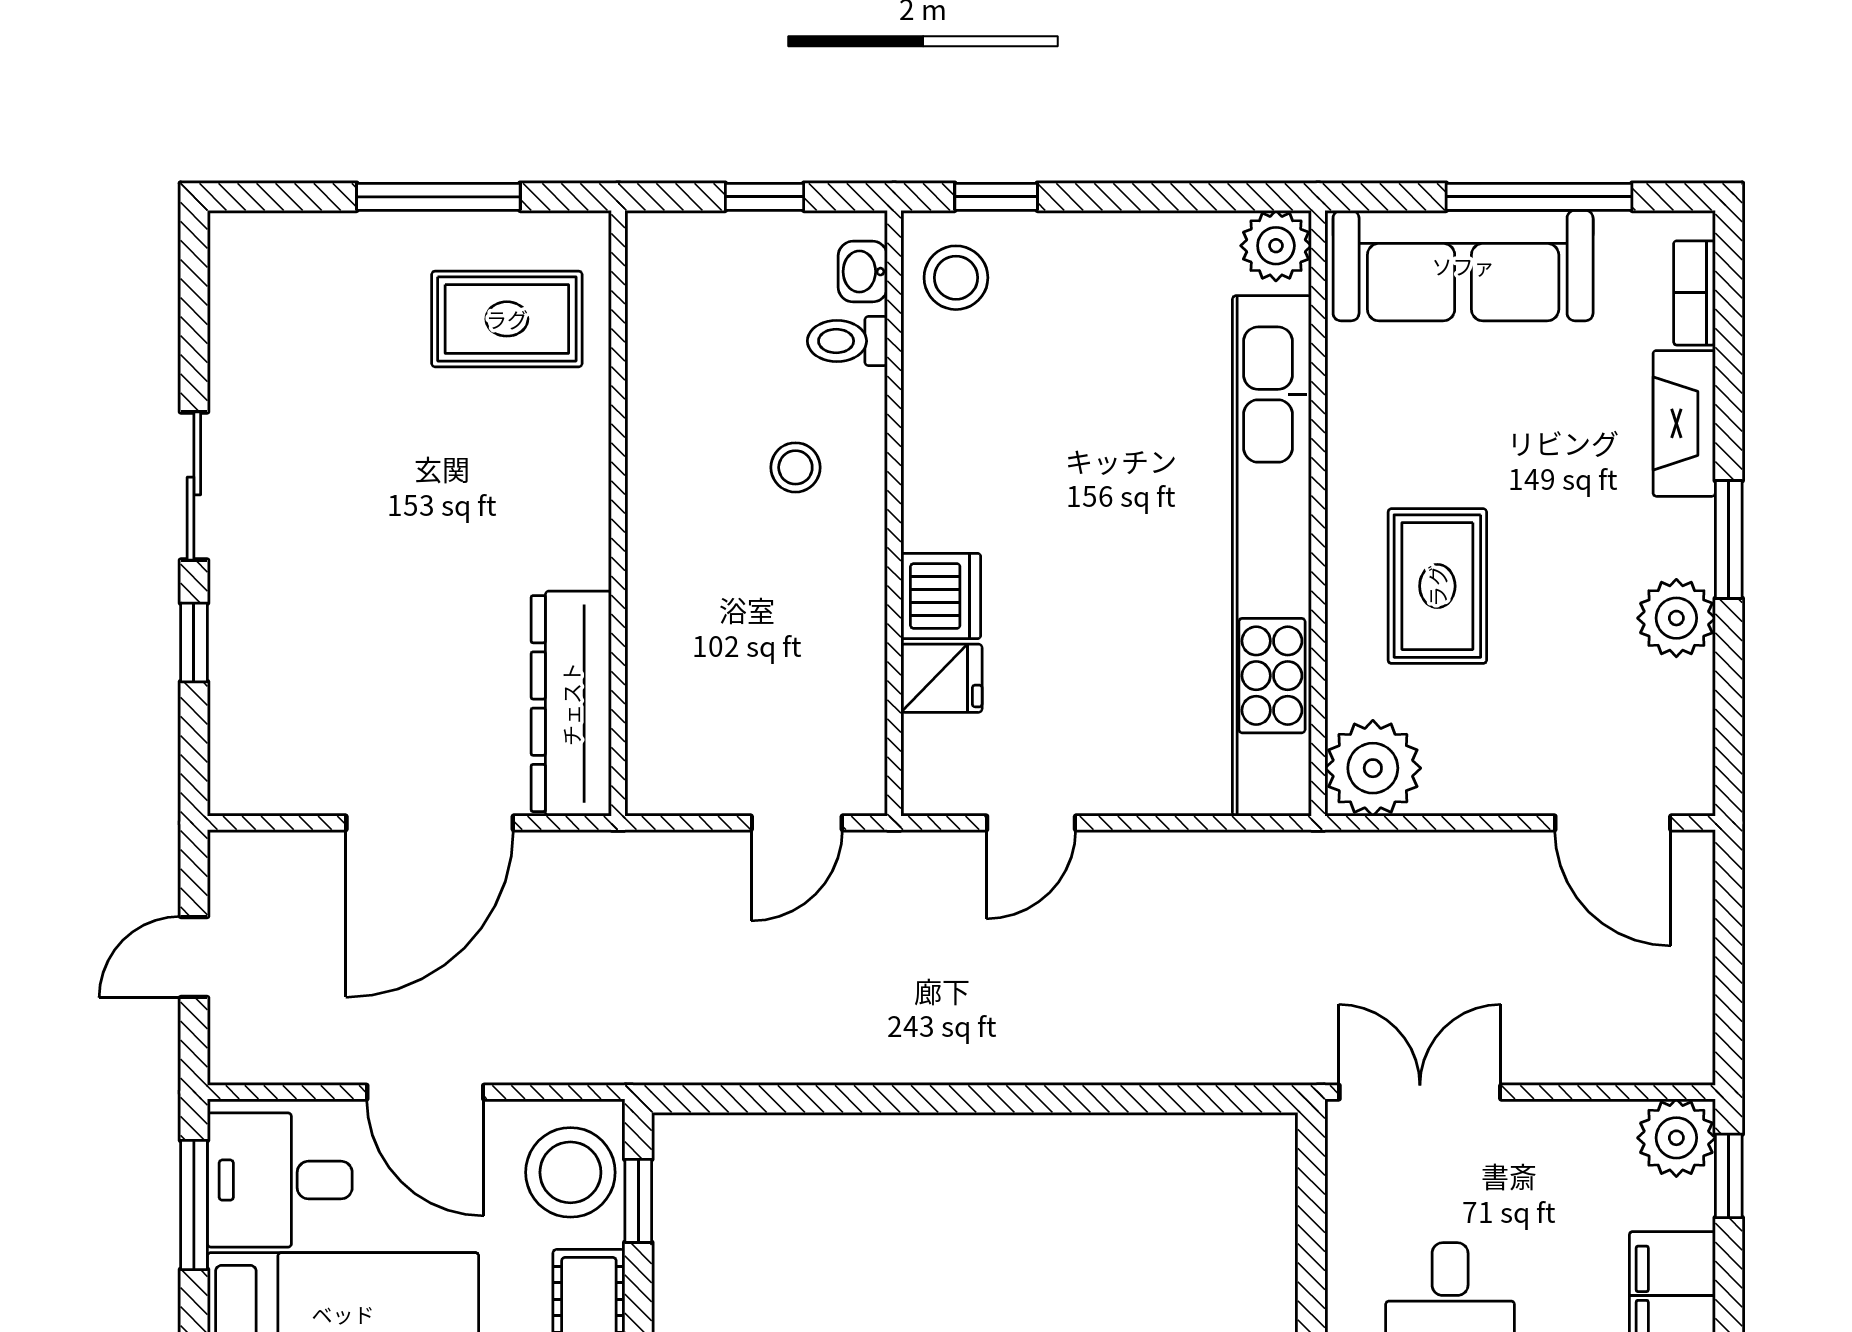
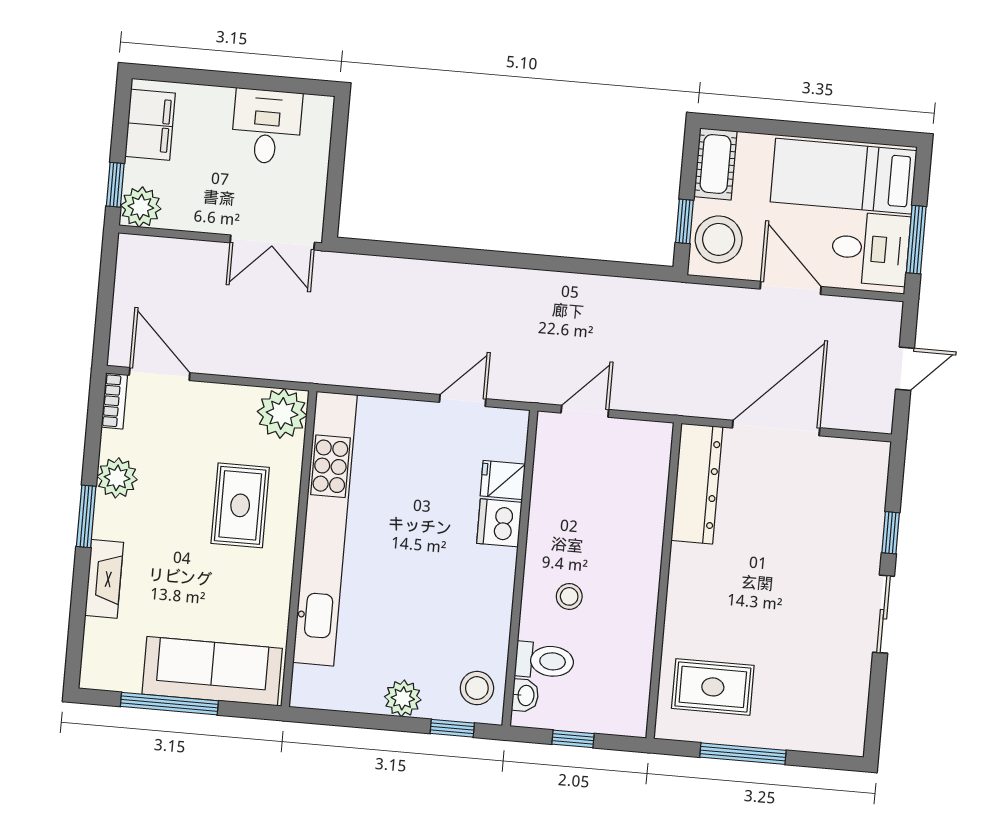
plant: (1276, 246) -> (403, 698), moved
bookcase: (1694, 293) -> (114, 401), moved
toilet: (847, 341) -> (544, 661), width x1.37, depth x1.39

